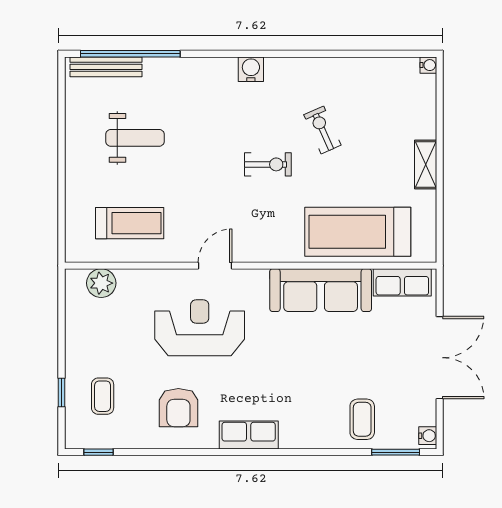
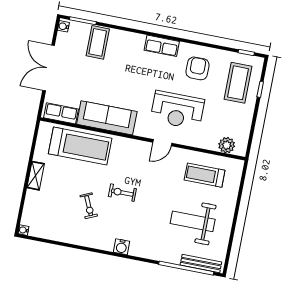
weight bench: (135, 138) -> (193, 221), width x1.36, depth x1.33
coffee table: (103, 396) -> (238, 83), width x1.86, depth x1.72
coffee table: (362, 419) -> (98, 42), width x1.36, depth x1.30

